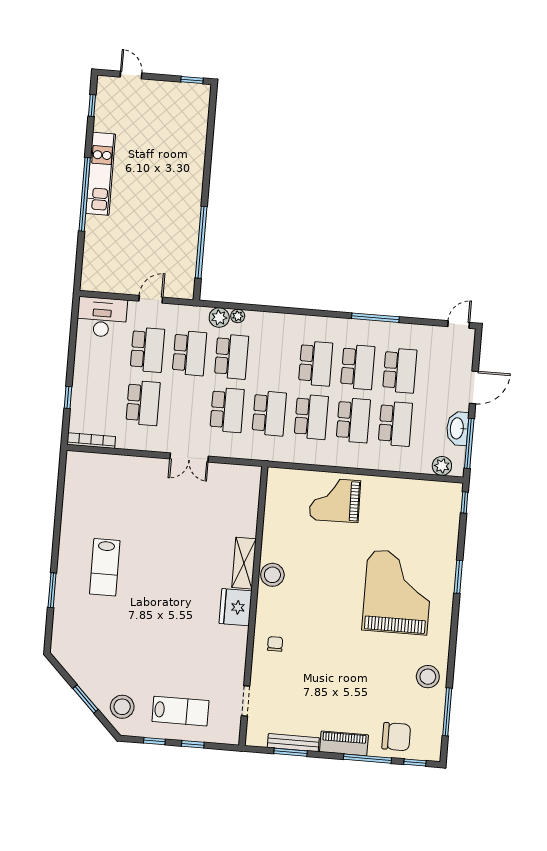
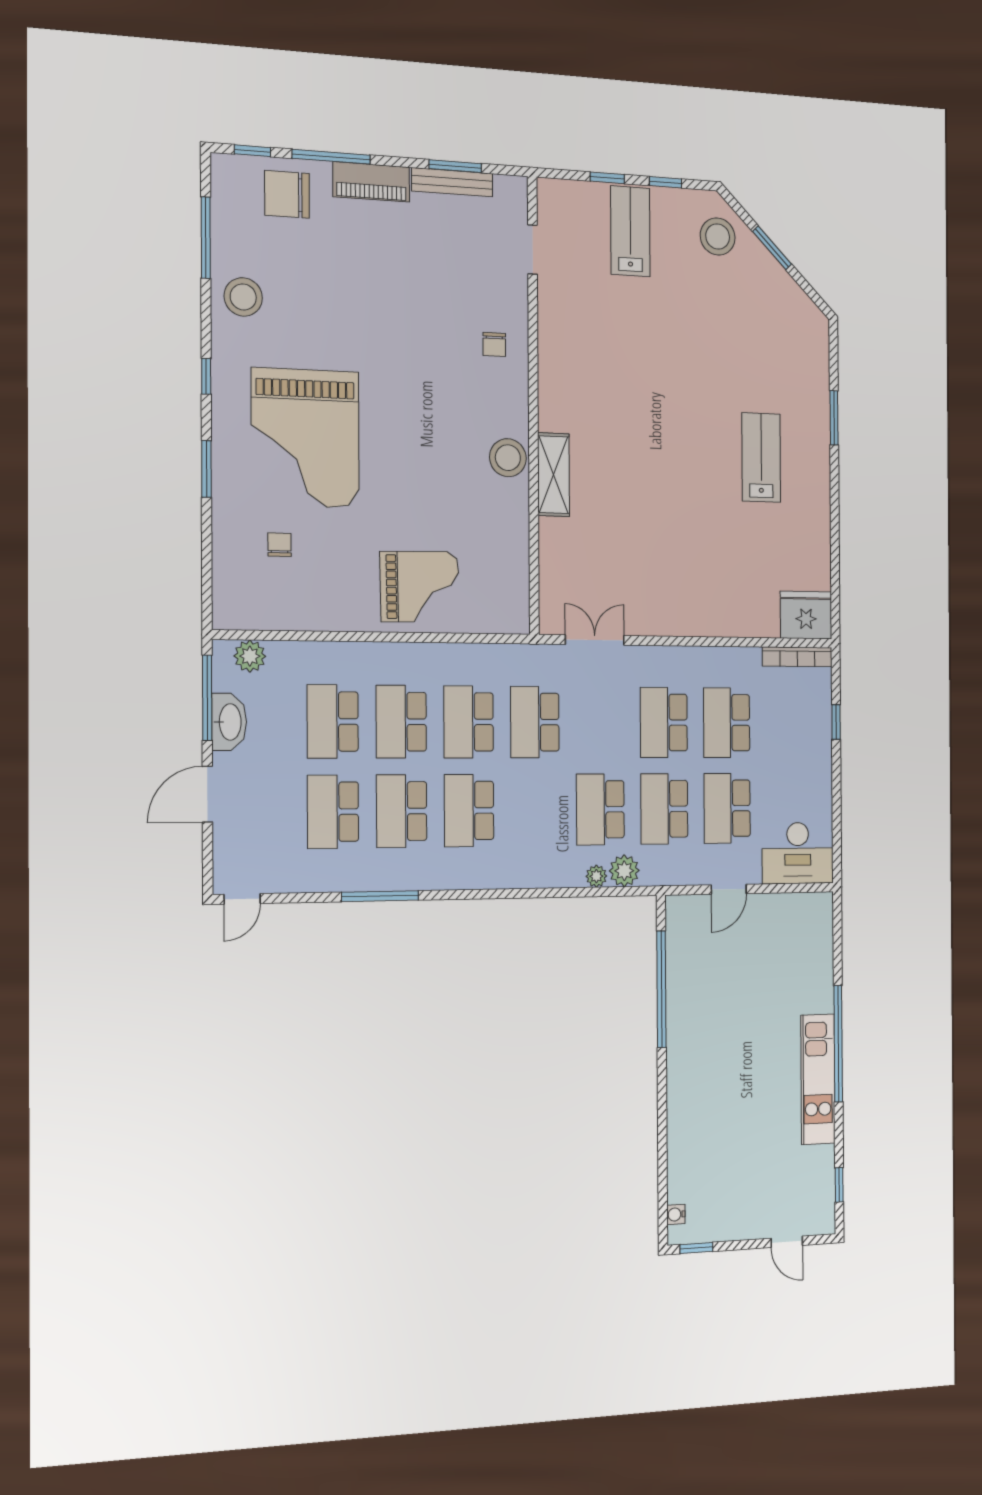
water cooler: (204, 103) -> (676, 1214), added
school desk: (227, 410) -> (664, 722), moved
double door: (189, 457) -> (595, 640), moved
window: (464, 503) -> (206, 376), moved
chair: (419, 530) -> (280, 545), added
fridge: (235, 607) -> (806, 615), moved, turned -90
lab bench: (180, 711) -> (630, 231), turned 90

